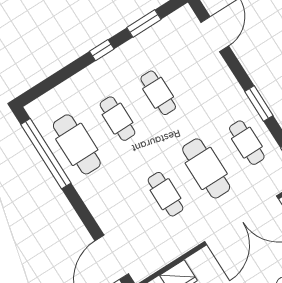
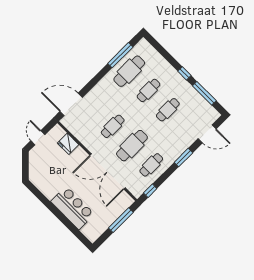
window: (144, 23) -> (204, 93), width x1.44
window: (259, 104) -> (183, 158), moved
window: (46, 154) -> (120, 55), width x0.68

